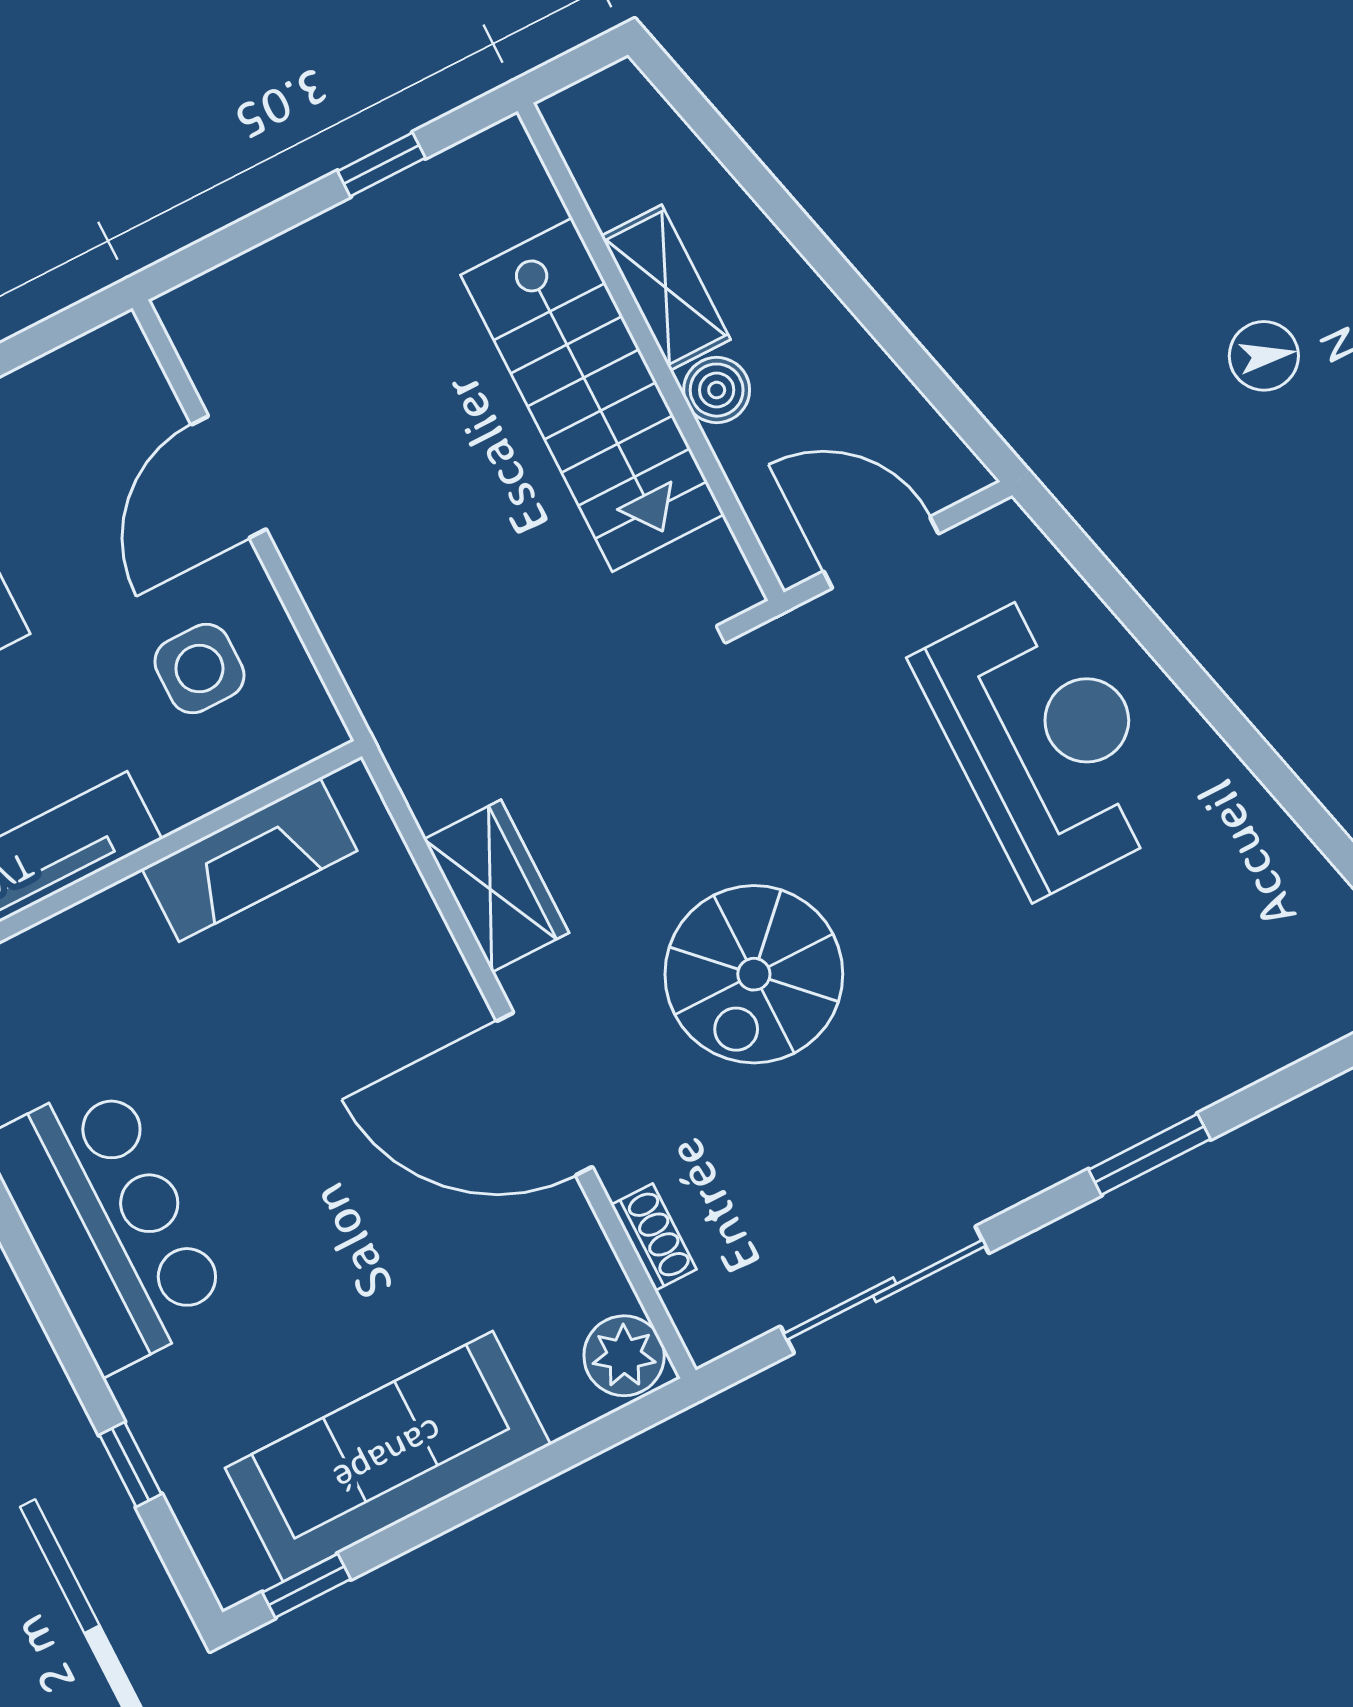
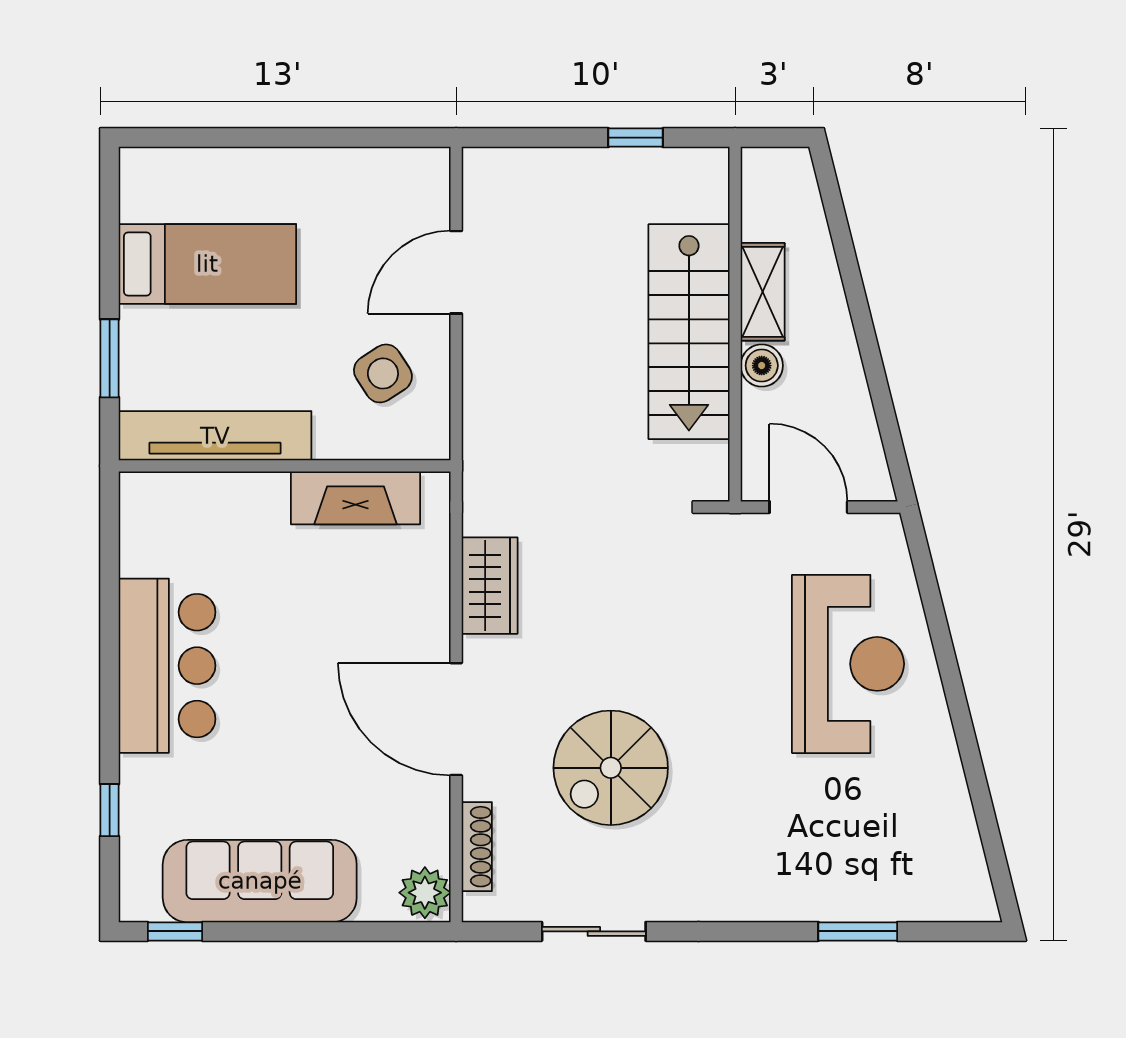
side table: (199, 669) -> (383, 373), turned -33
spiral stairs: (754, 974) -> (611, 768), moved
window: (1149, 1154) -> (858, 931), moved
shoe rack: (654, 1237) -> (477, 847), width x1.43
sliding door: (885, 1290) -> (594, 931), width x0.73

